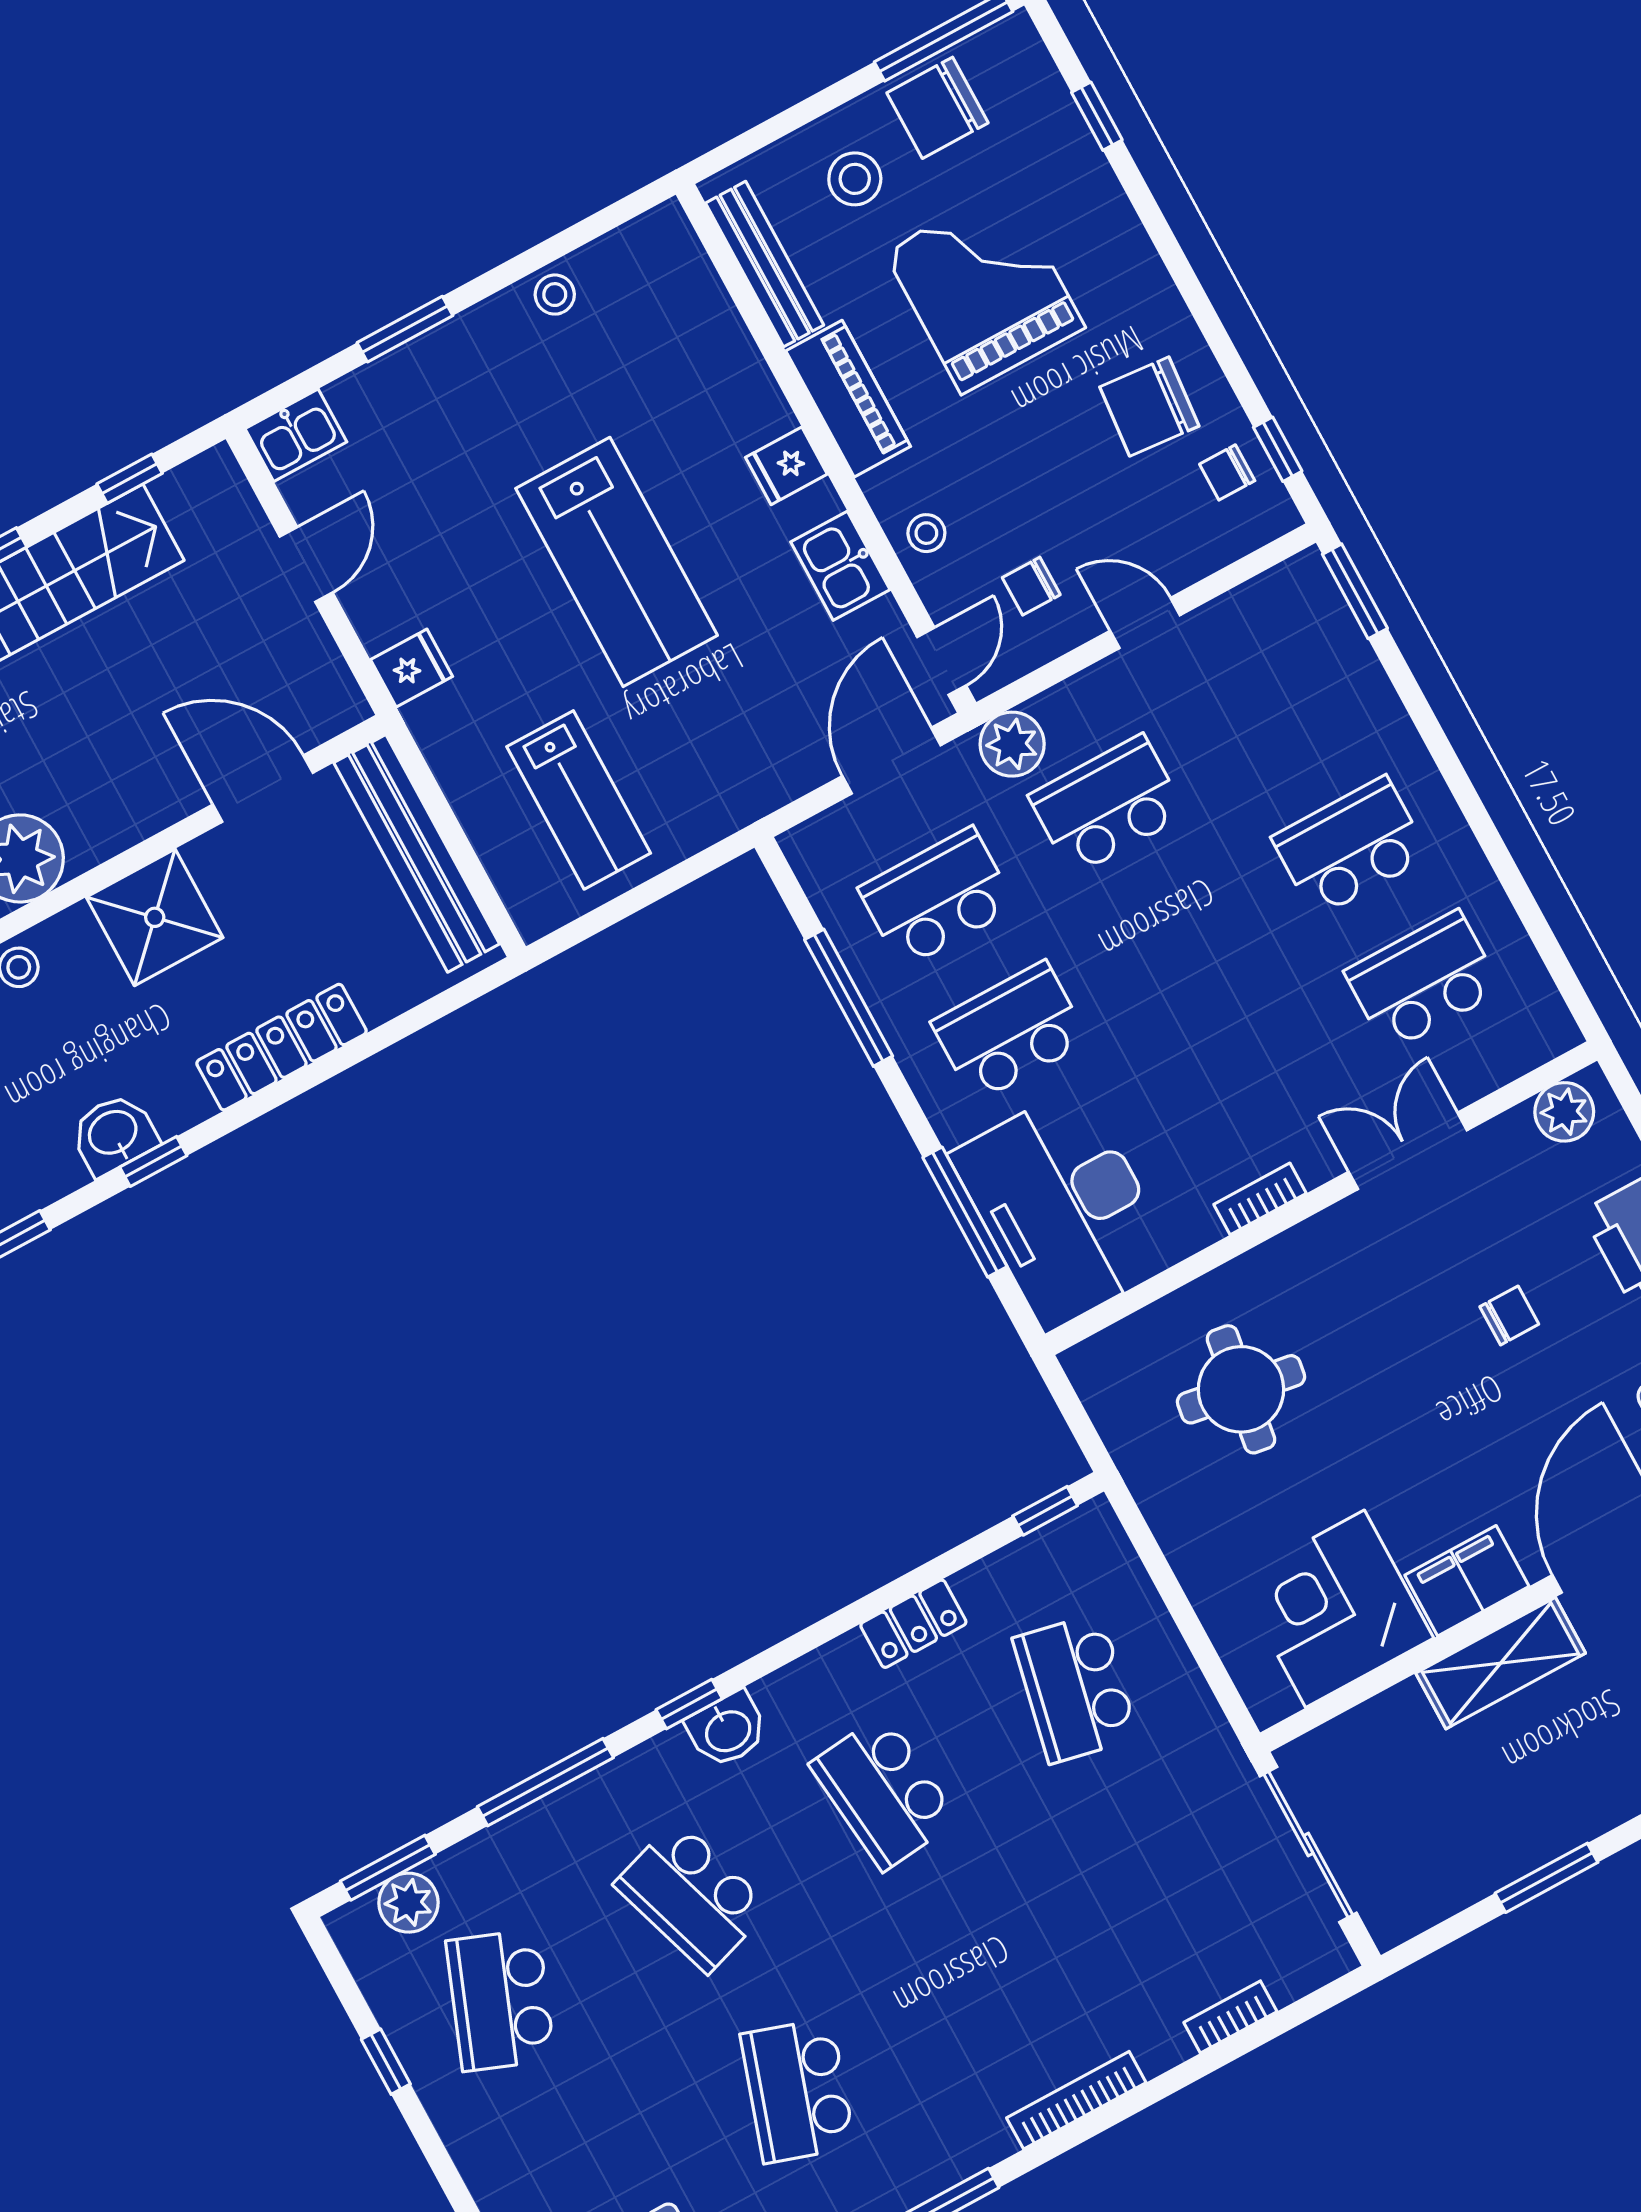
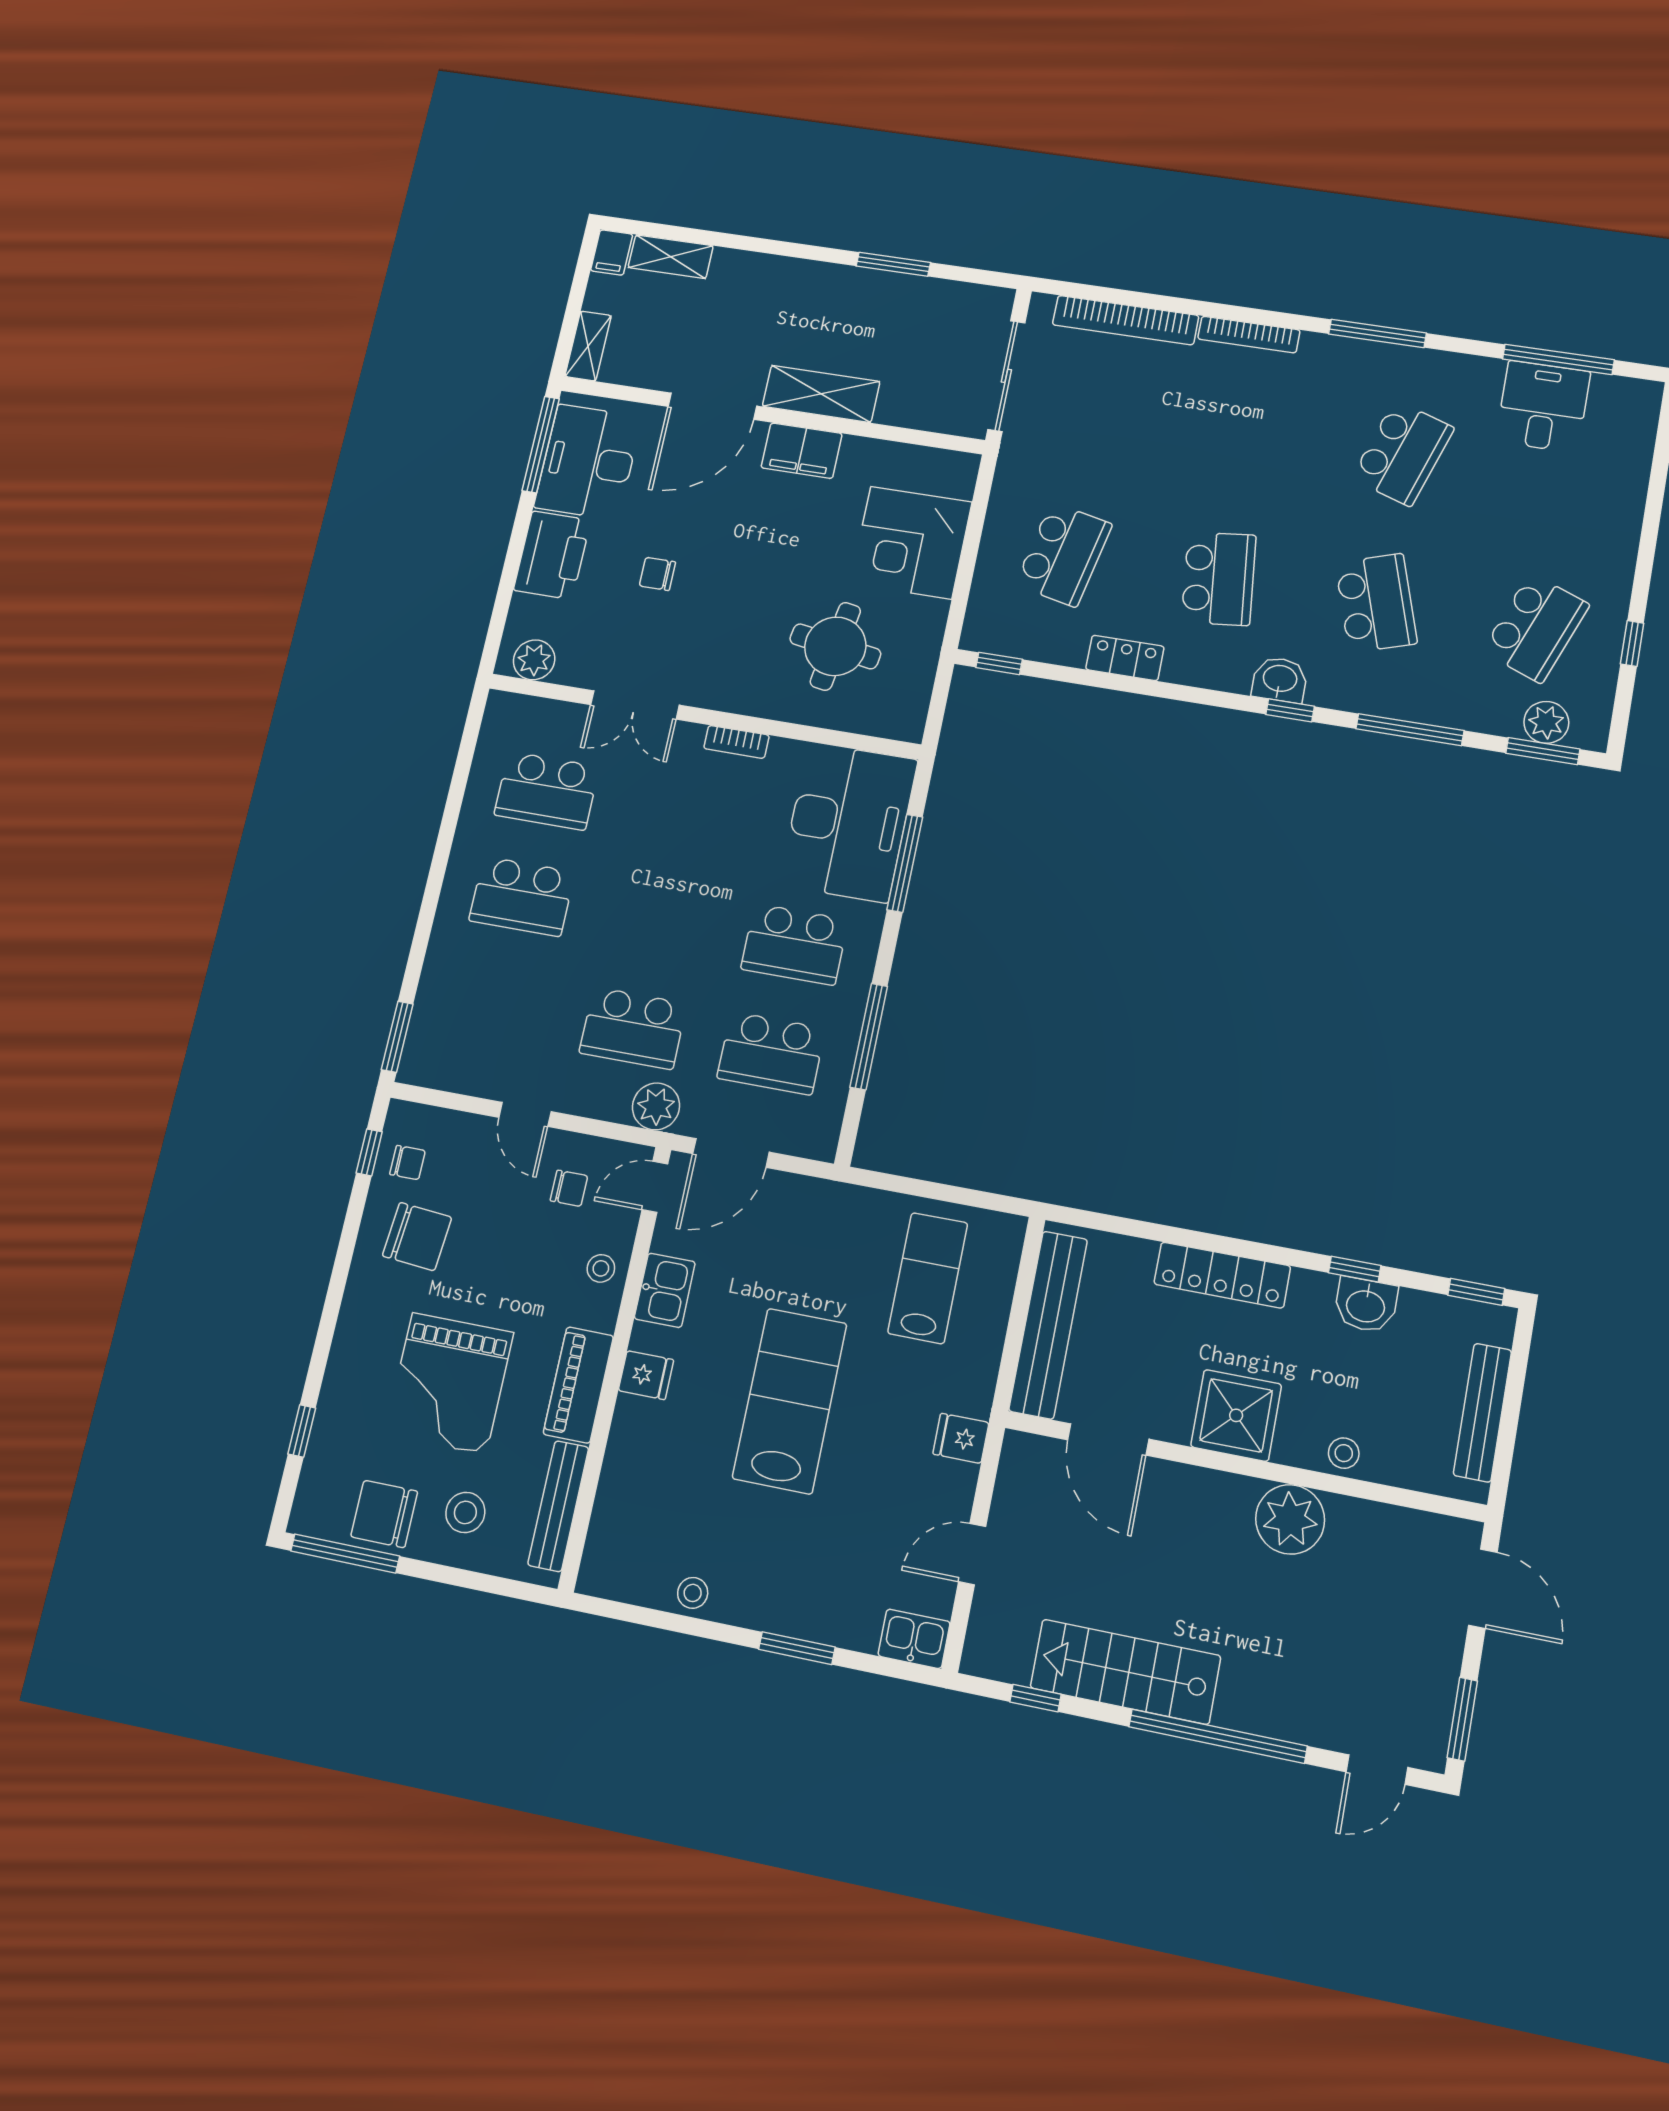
chair: (937, 108) -> (384, 1514), turned 180
corner desk: (1335, 1609) -> (911, 543), moved, turned 90
bookcase: (1230, 2017) -> (1126, 320), width x2.31, depth x1.31

